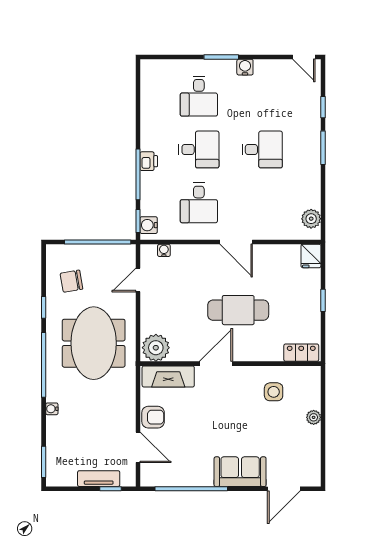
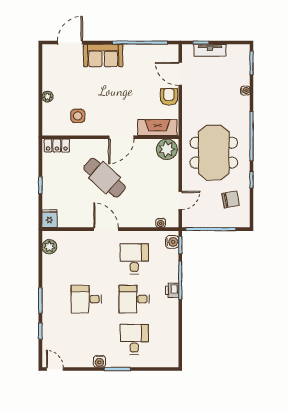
cafe table: (238, 310) -> (104, 178), turned 42
water cooler: (52, 409) -> (245, 91), moved
armchair: (153, 417) -> (169, 97), turned 90

